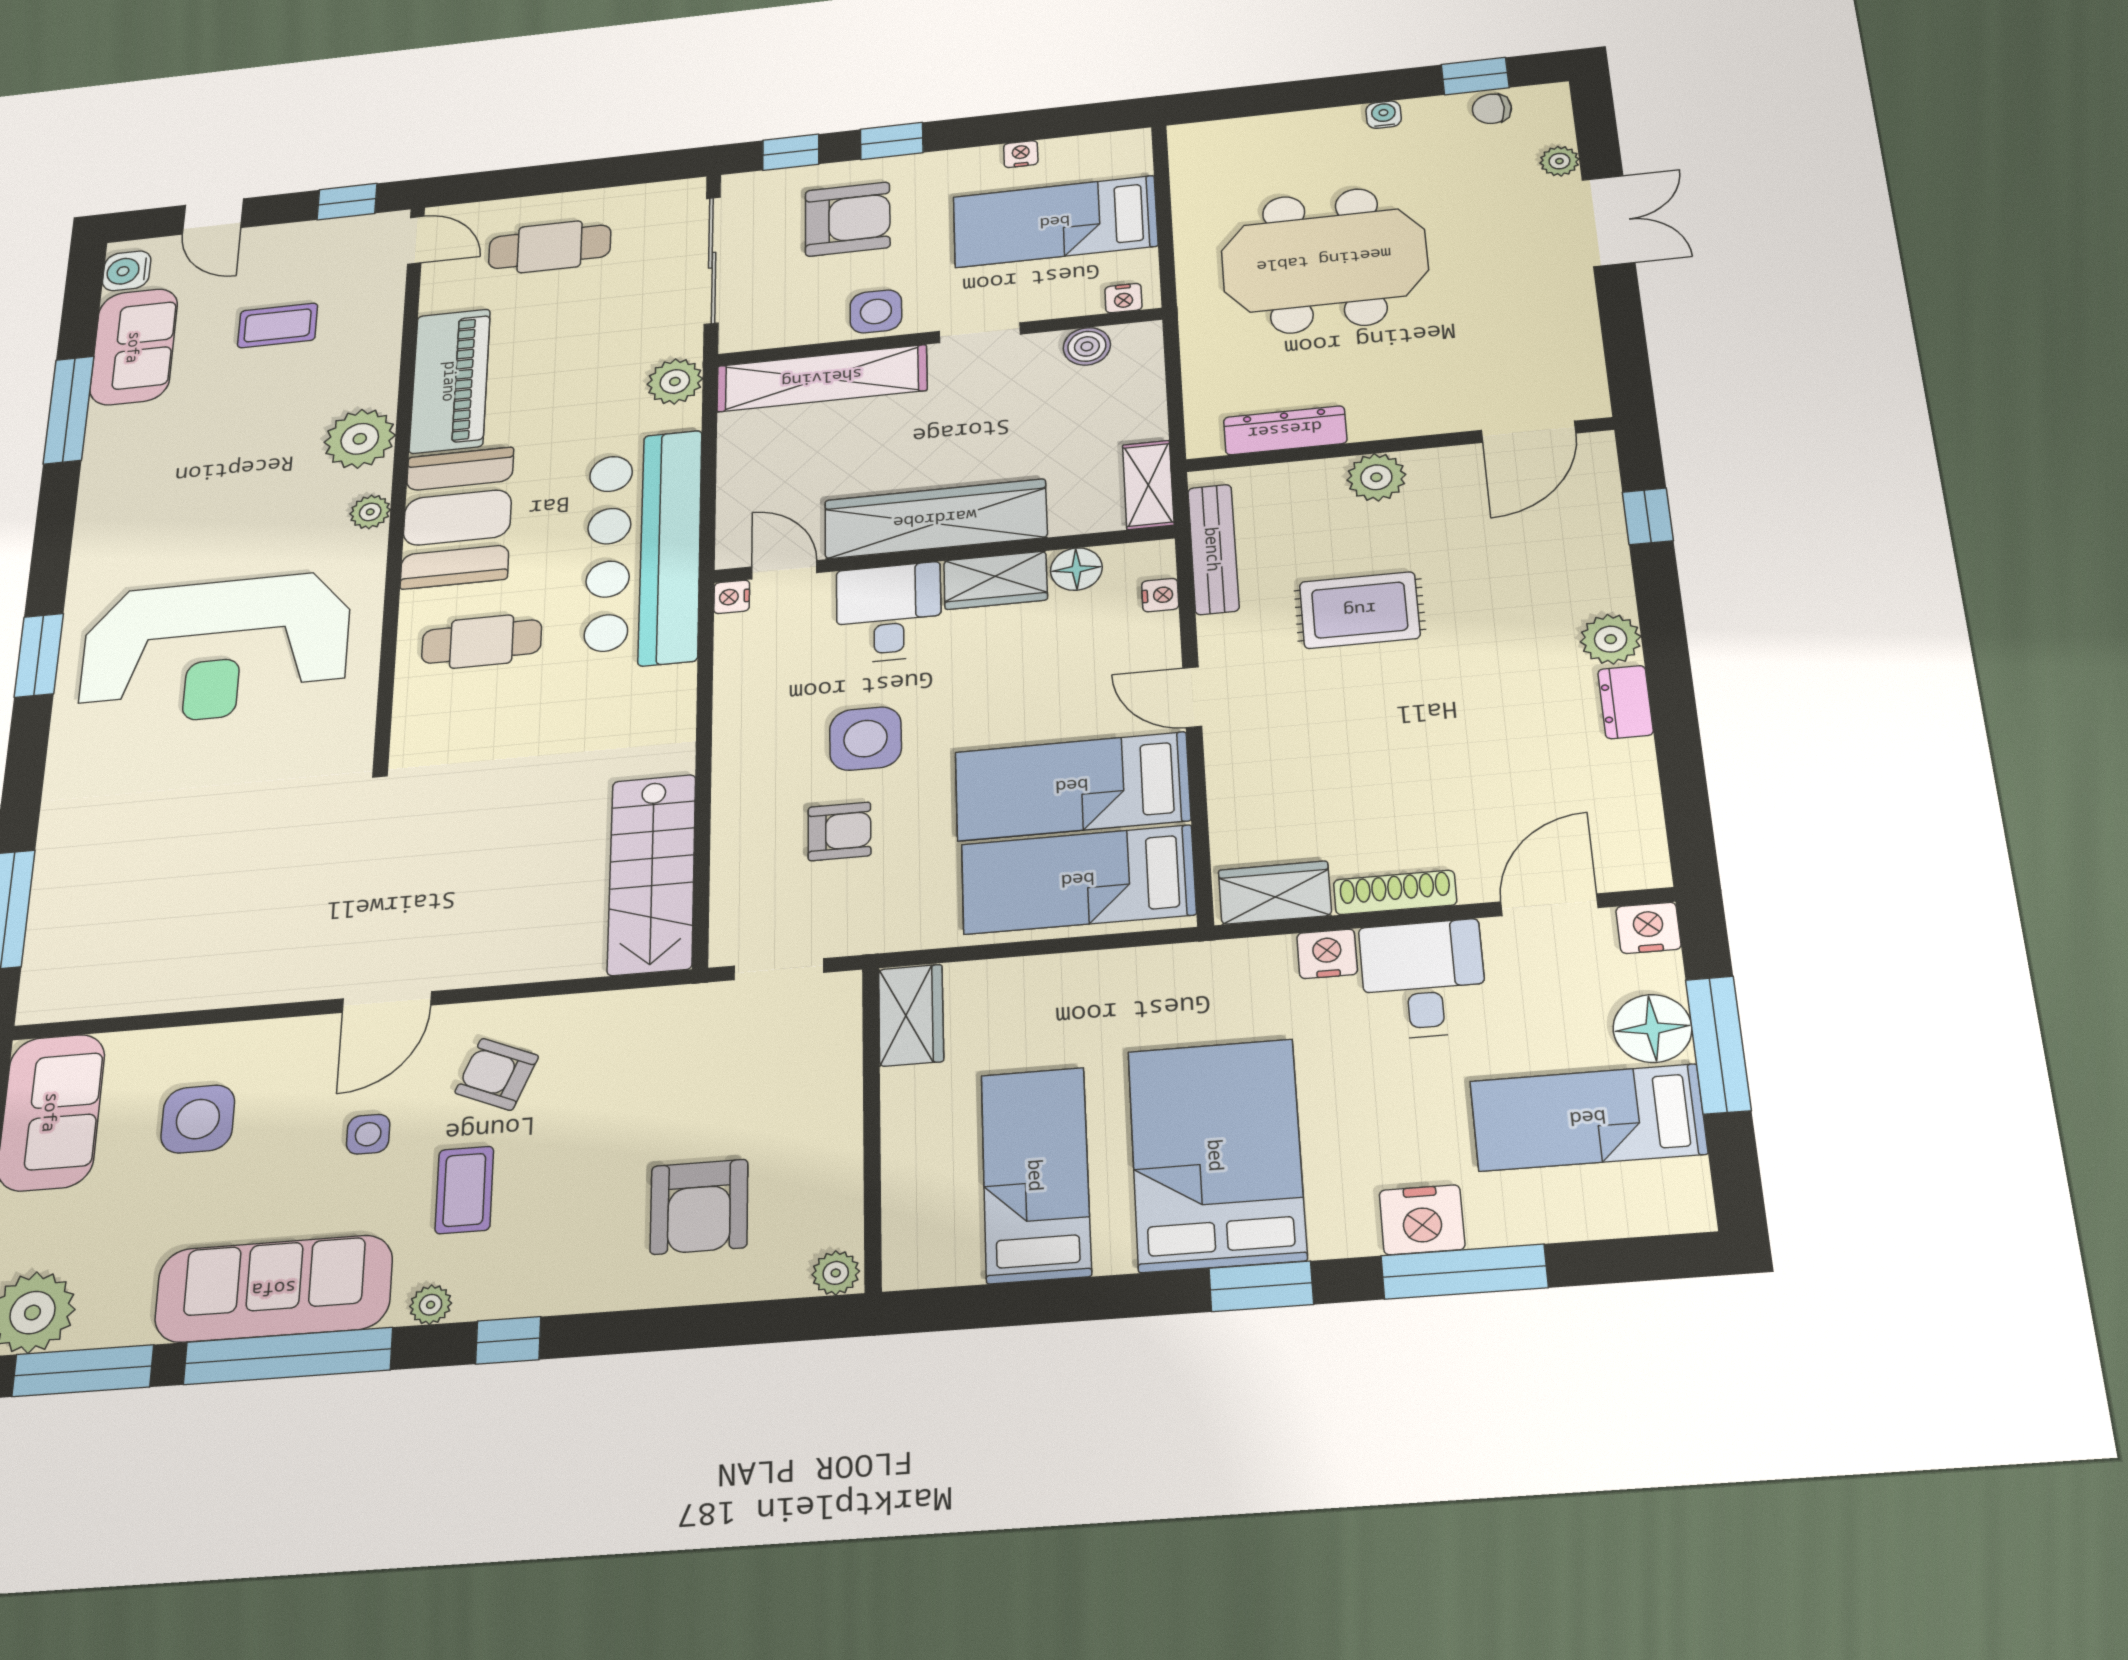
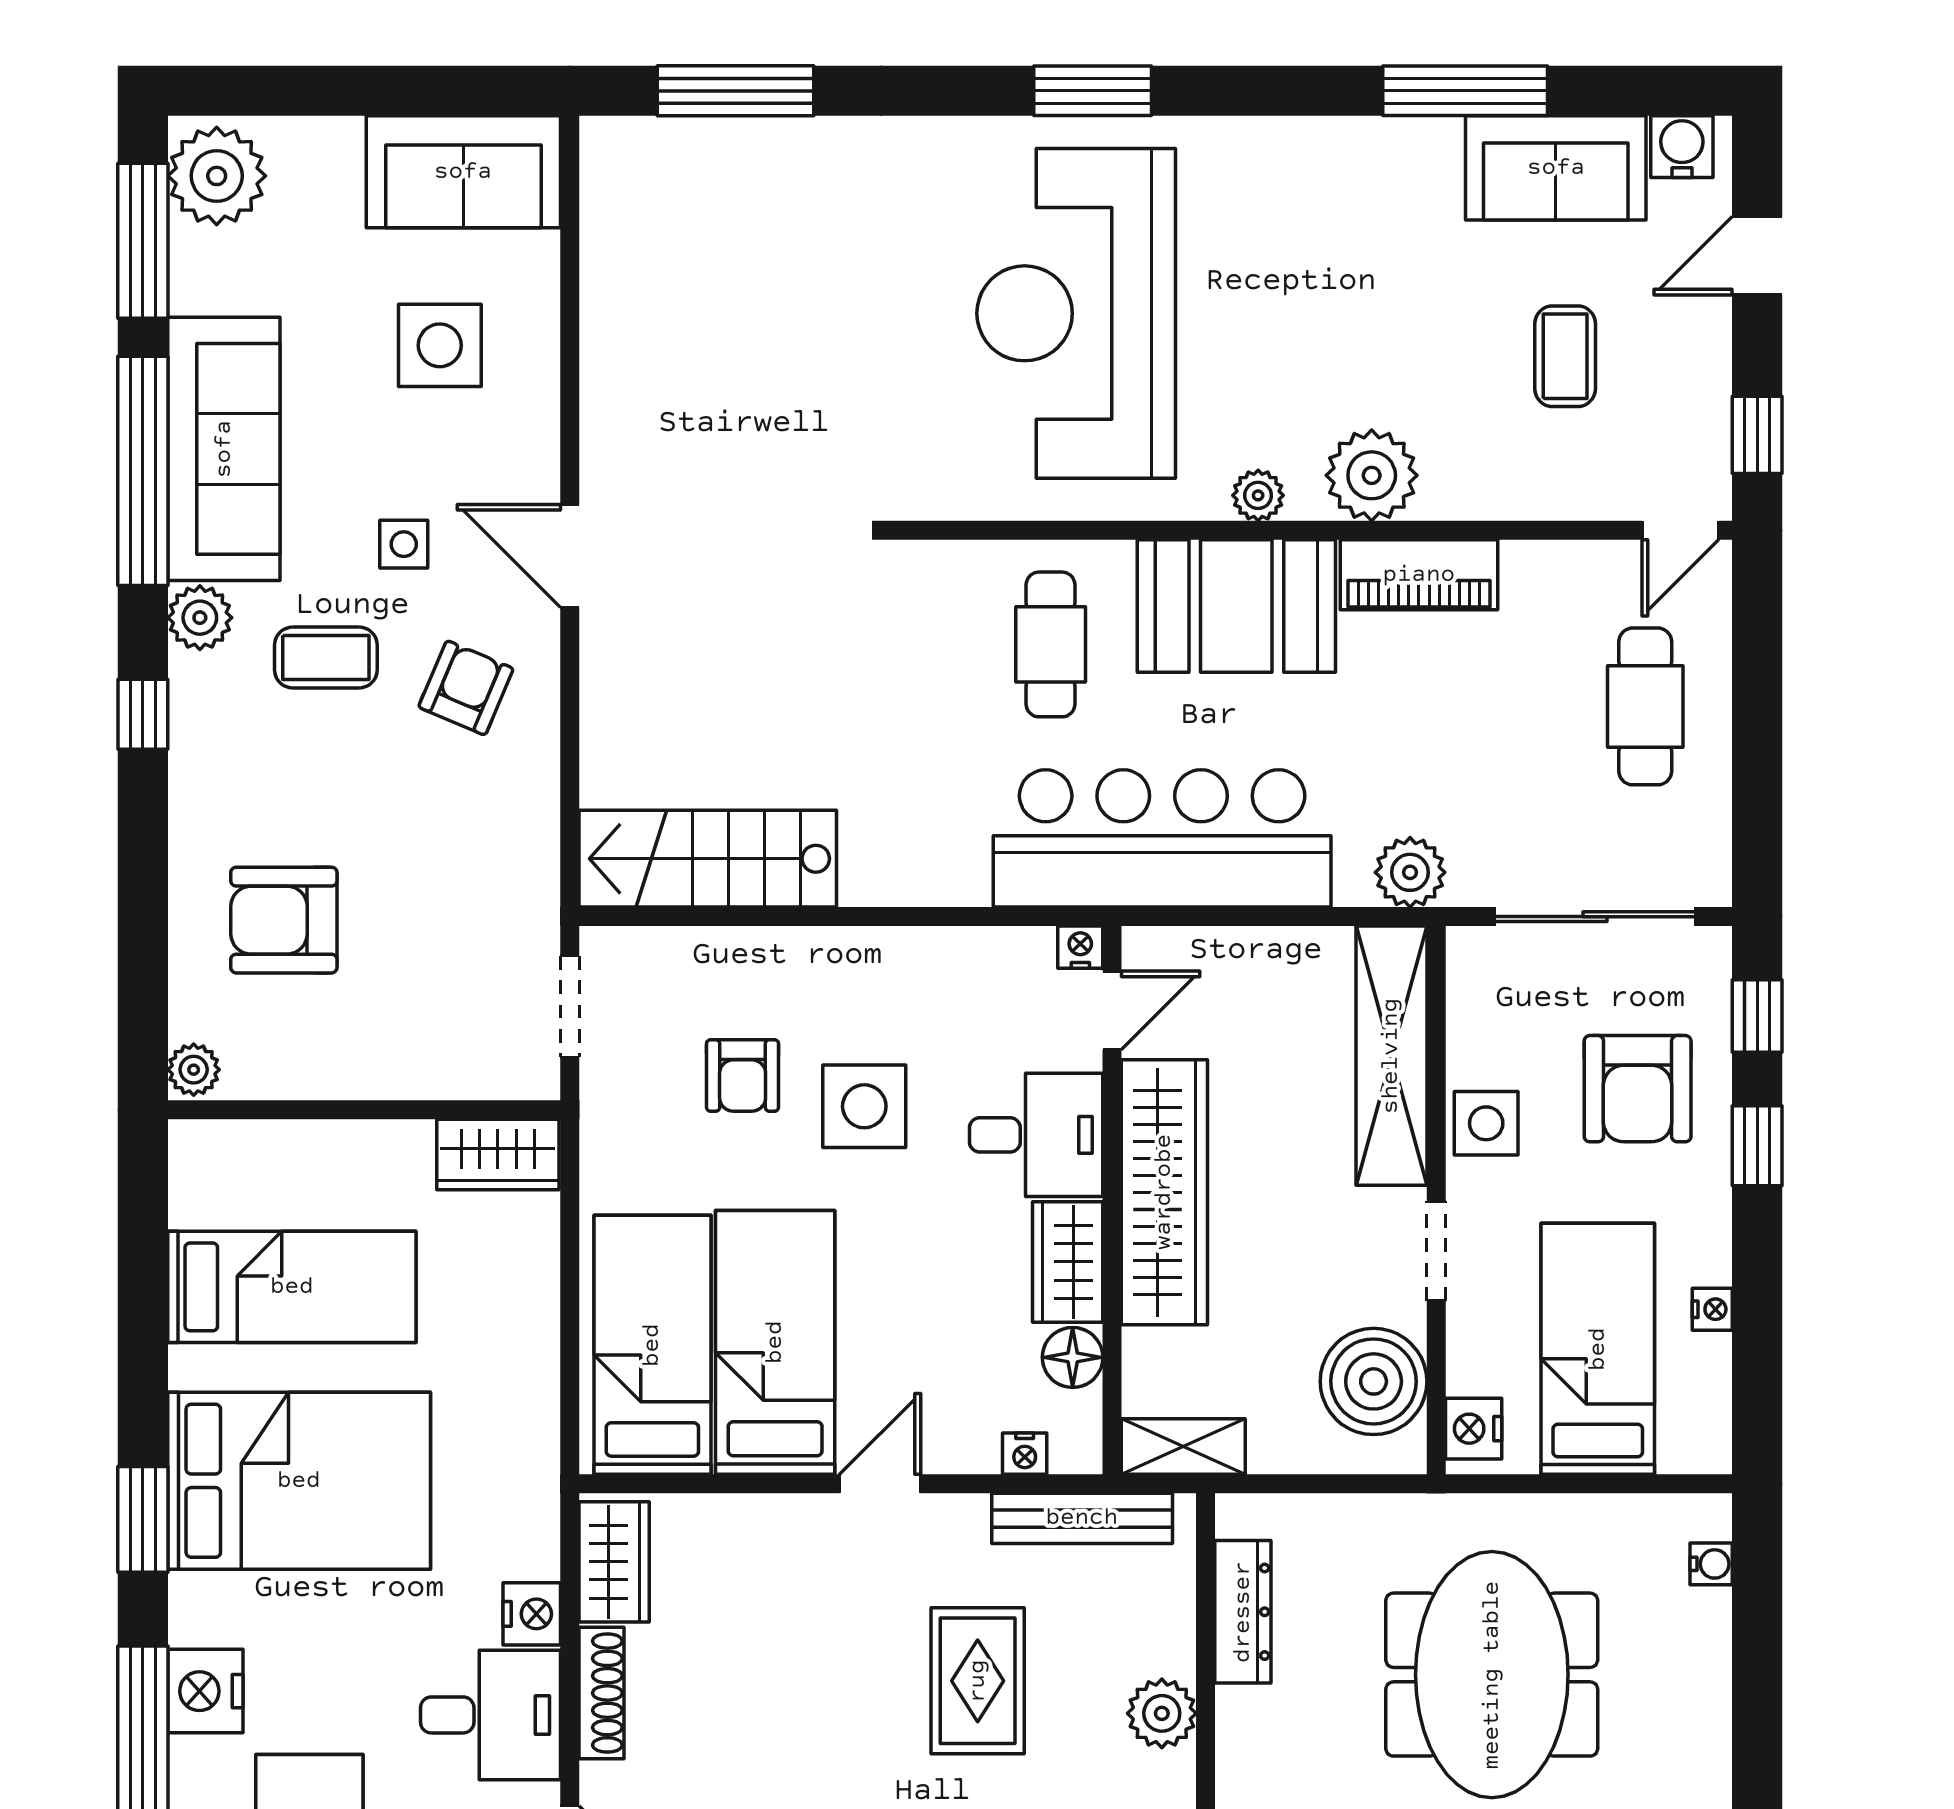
water cooler: (1384, 115) -> (1711, 1564), moved
nightstand: (1123, 298) -> (1474, 1429), width x1.39, depth x1.35
boiler: (1087, 346) -> (1374, 1381), width x1.86, depth x1.86
piano: (450, 381) -> (1419, 575), width x0.73, depth x0.75
plant: (431, 1305) -> (200, 618), width x1.38, depth x1.38

